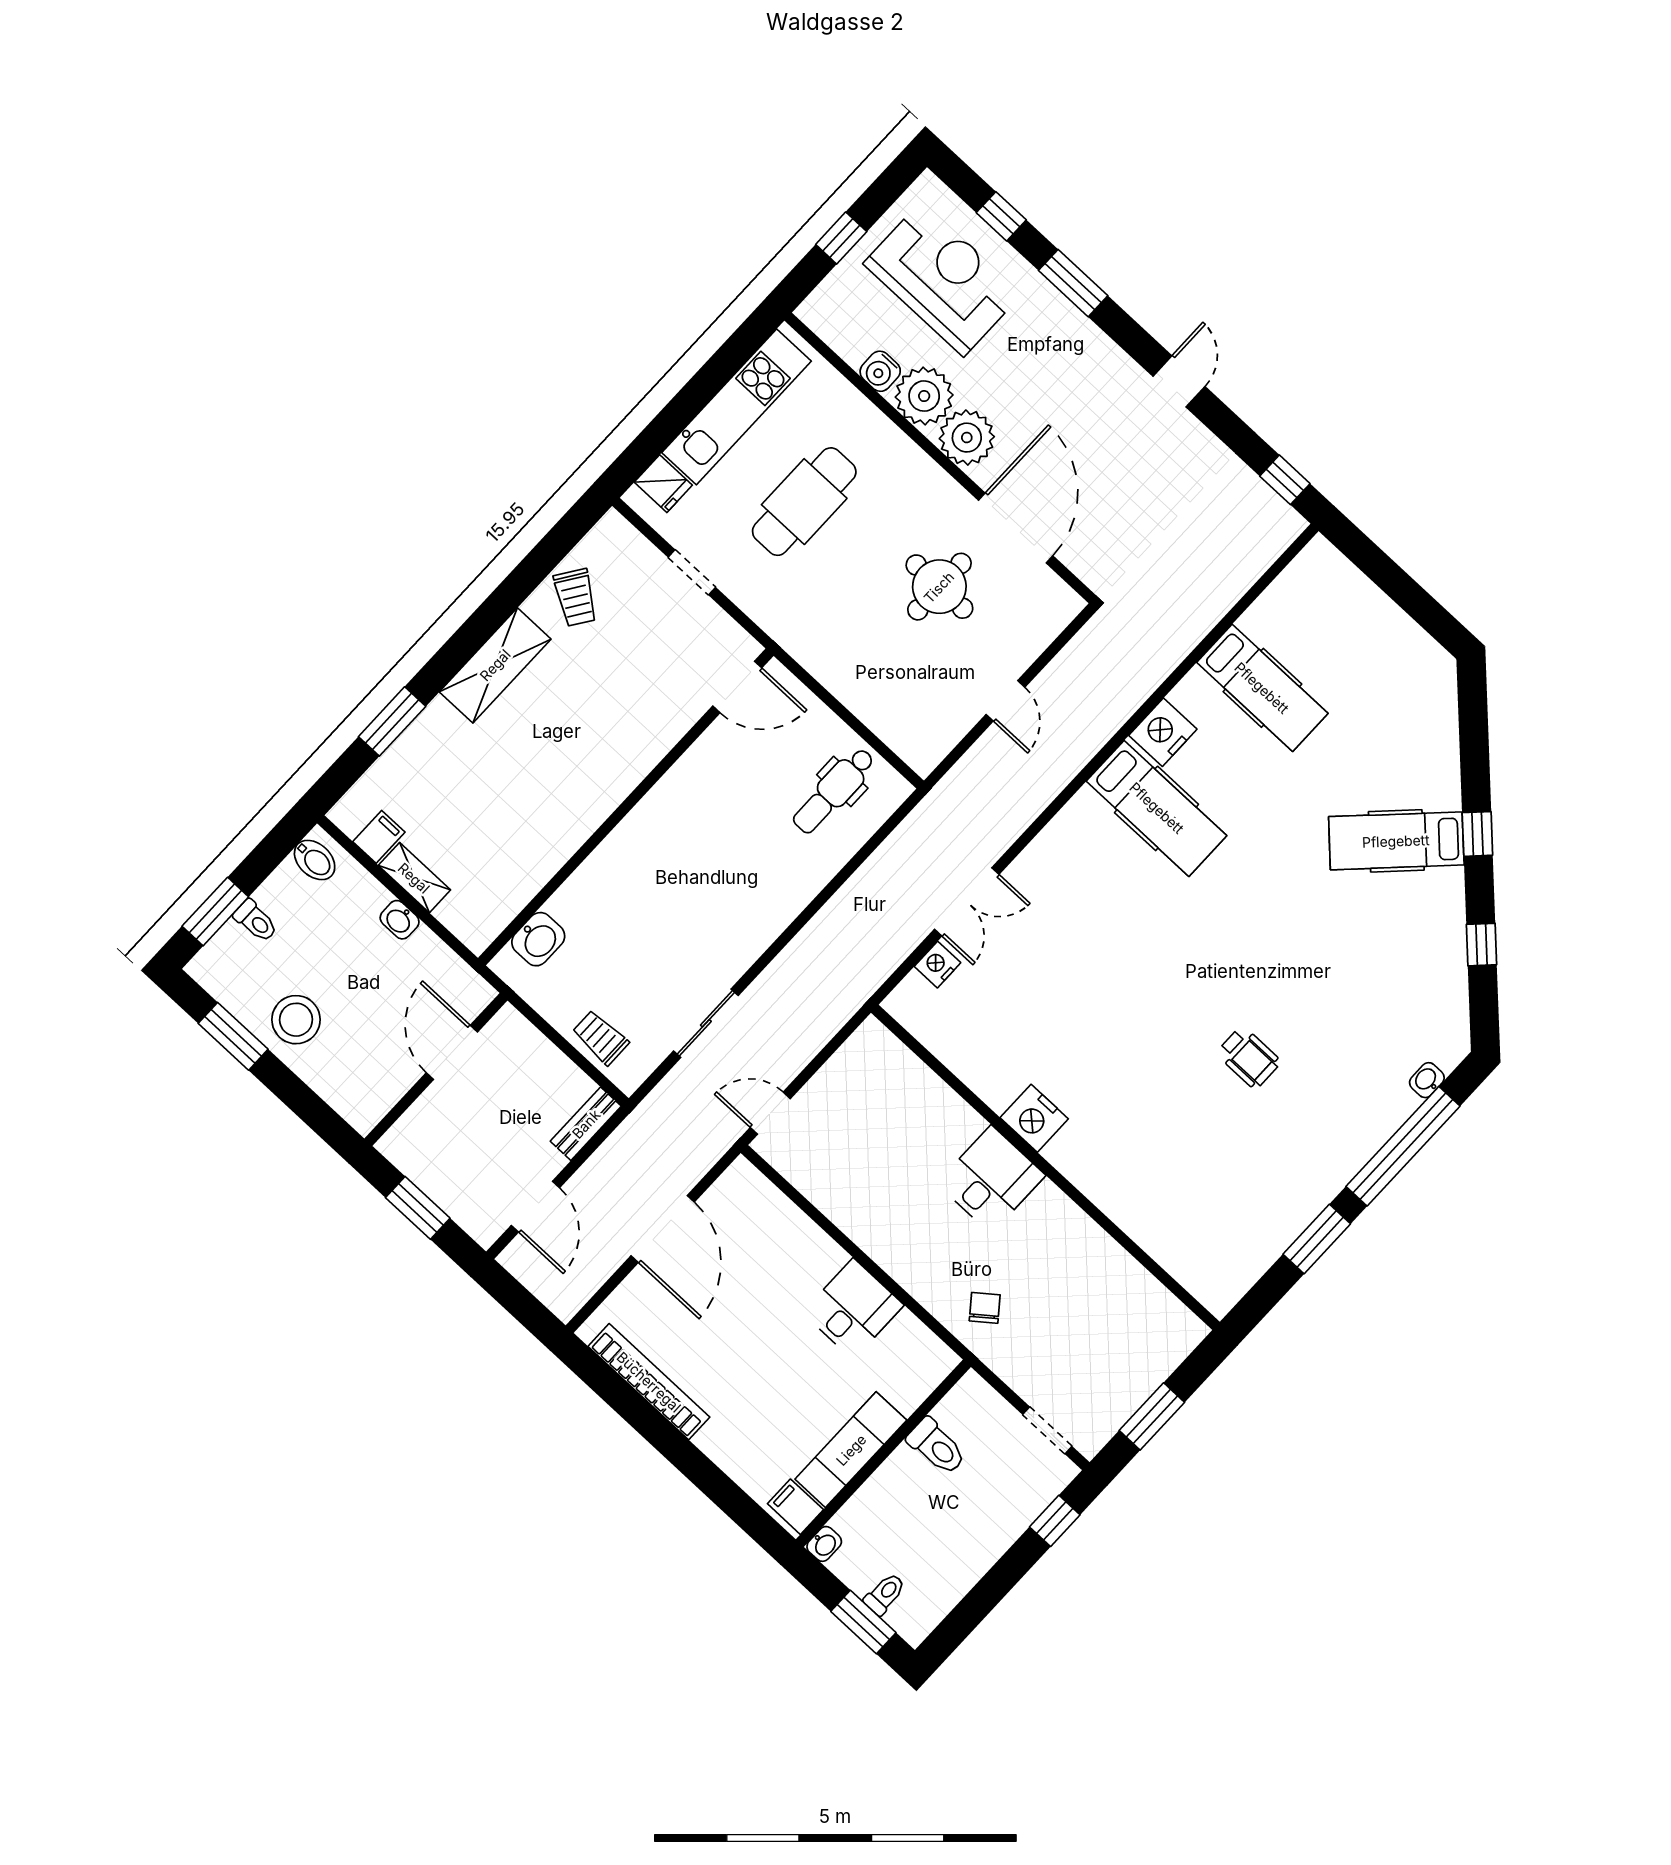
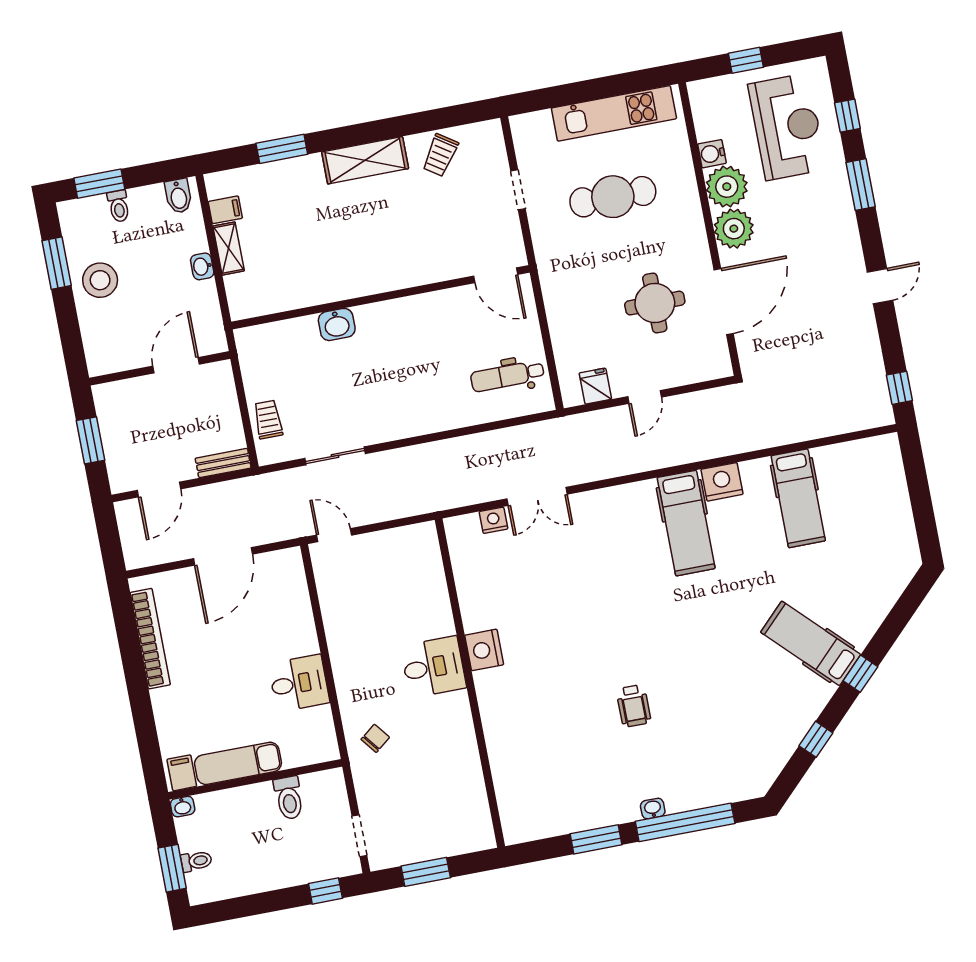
fridge: (663, 484) -> (595, 386), moved, turned 180
washbasin: (538, 939) -> (337, 324), moved
washbasin: (1427, 1080) -> (653, 809), moved

